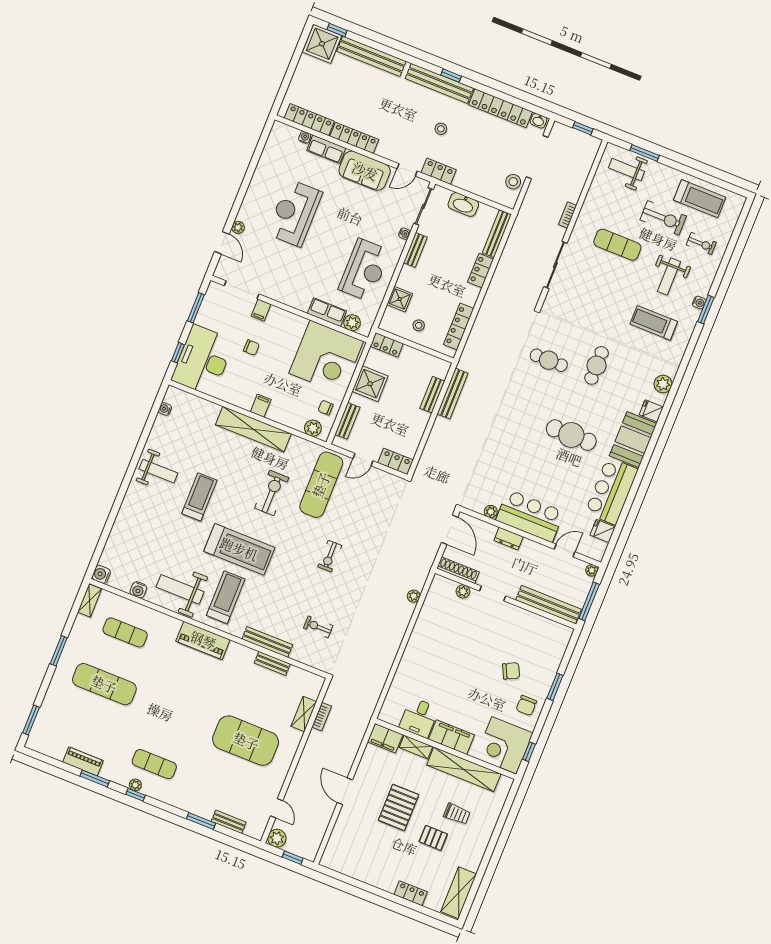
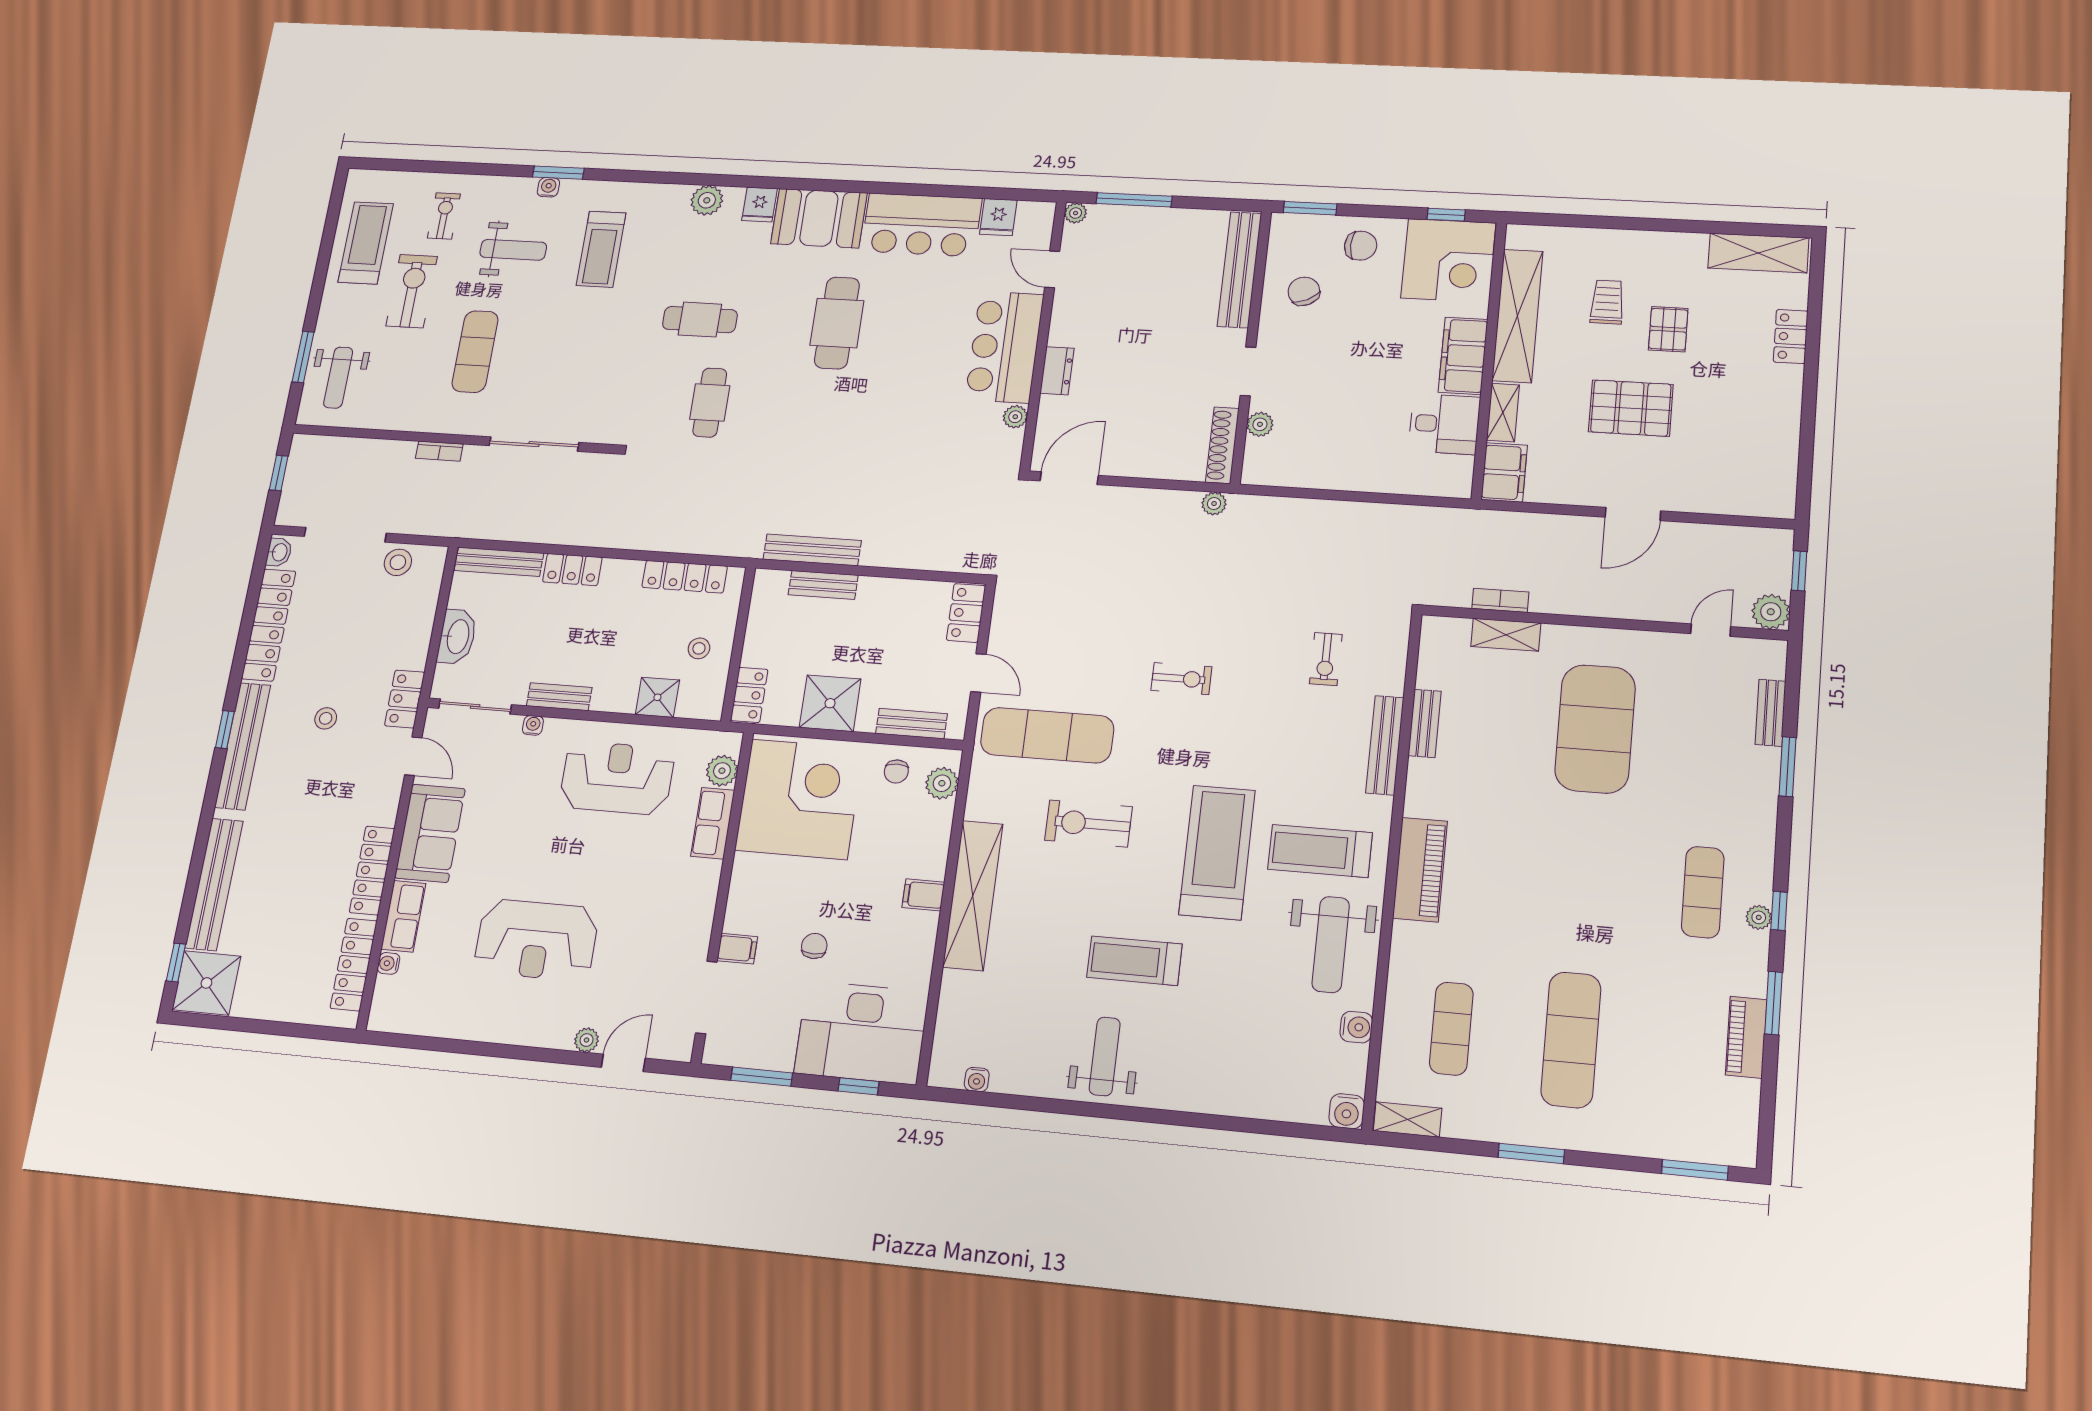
shoe rack: (458, 570) -> (1222, 445), moved
plant: (463, 591) -> (1260, 424), moved
doorway: (493, 593) -> (1248, 372), moved
wall: (506, 599) -> (1251, 346), moved
bench: (549, 605) -> (1240, 270), moved

